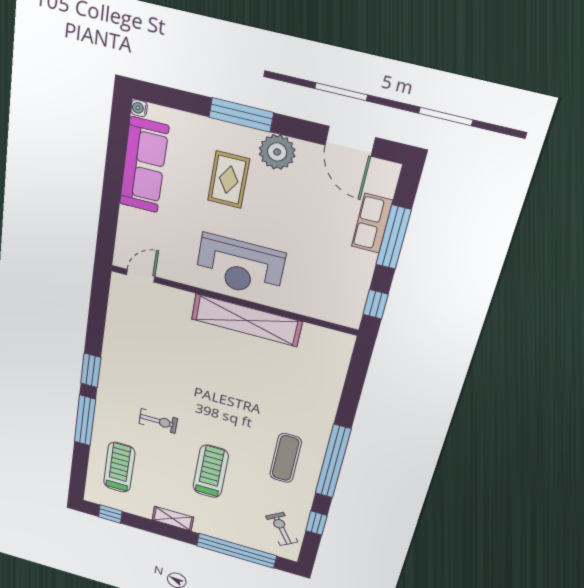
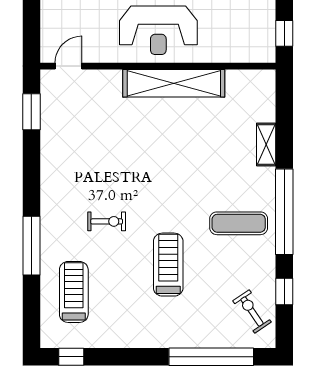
window: (91, 370) -> (31, 112), moved
exercise mat: (286, 458) -> (239, 223), turned 90
shelving: (173, 519) -> (266, 144), moved, turned 90

